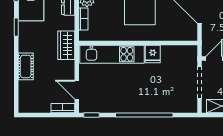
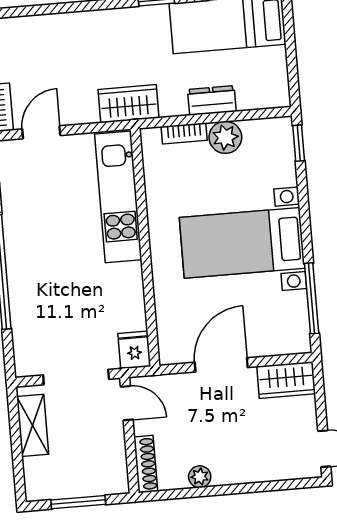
fridge: (153, 54) -> (134, 350), moved, turned 90
cot: (26, 66) -> (79, 26), removed

